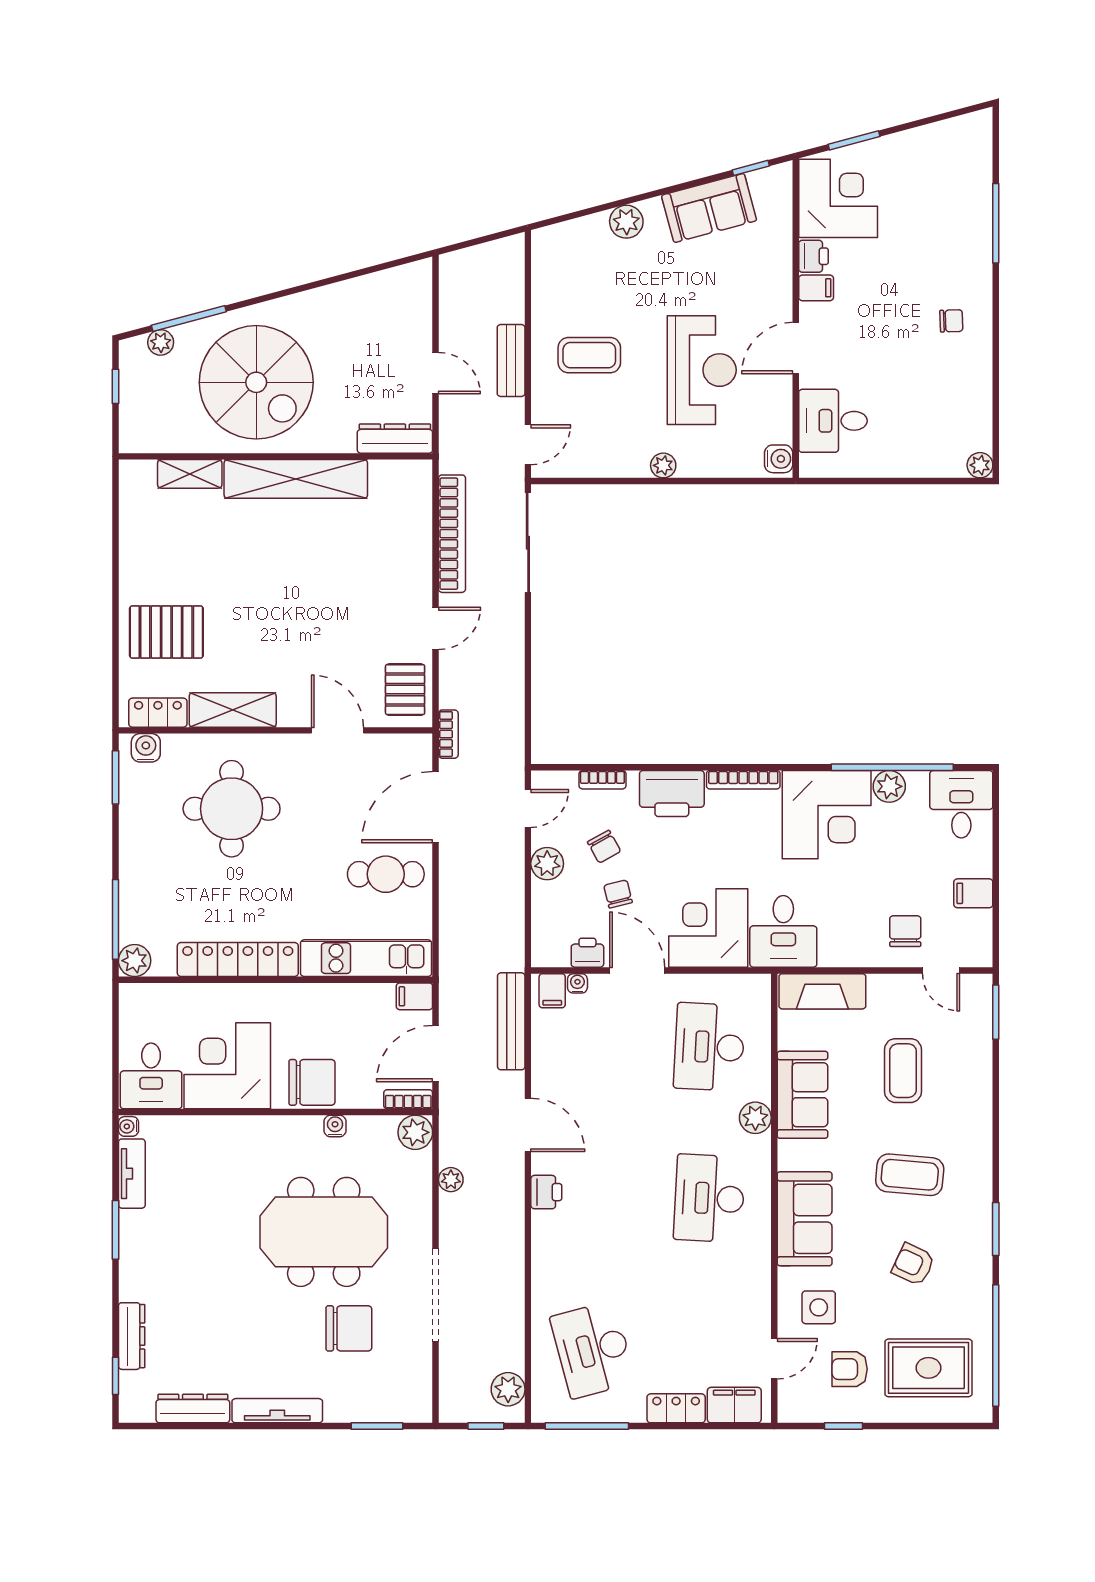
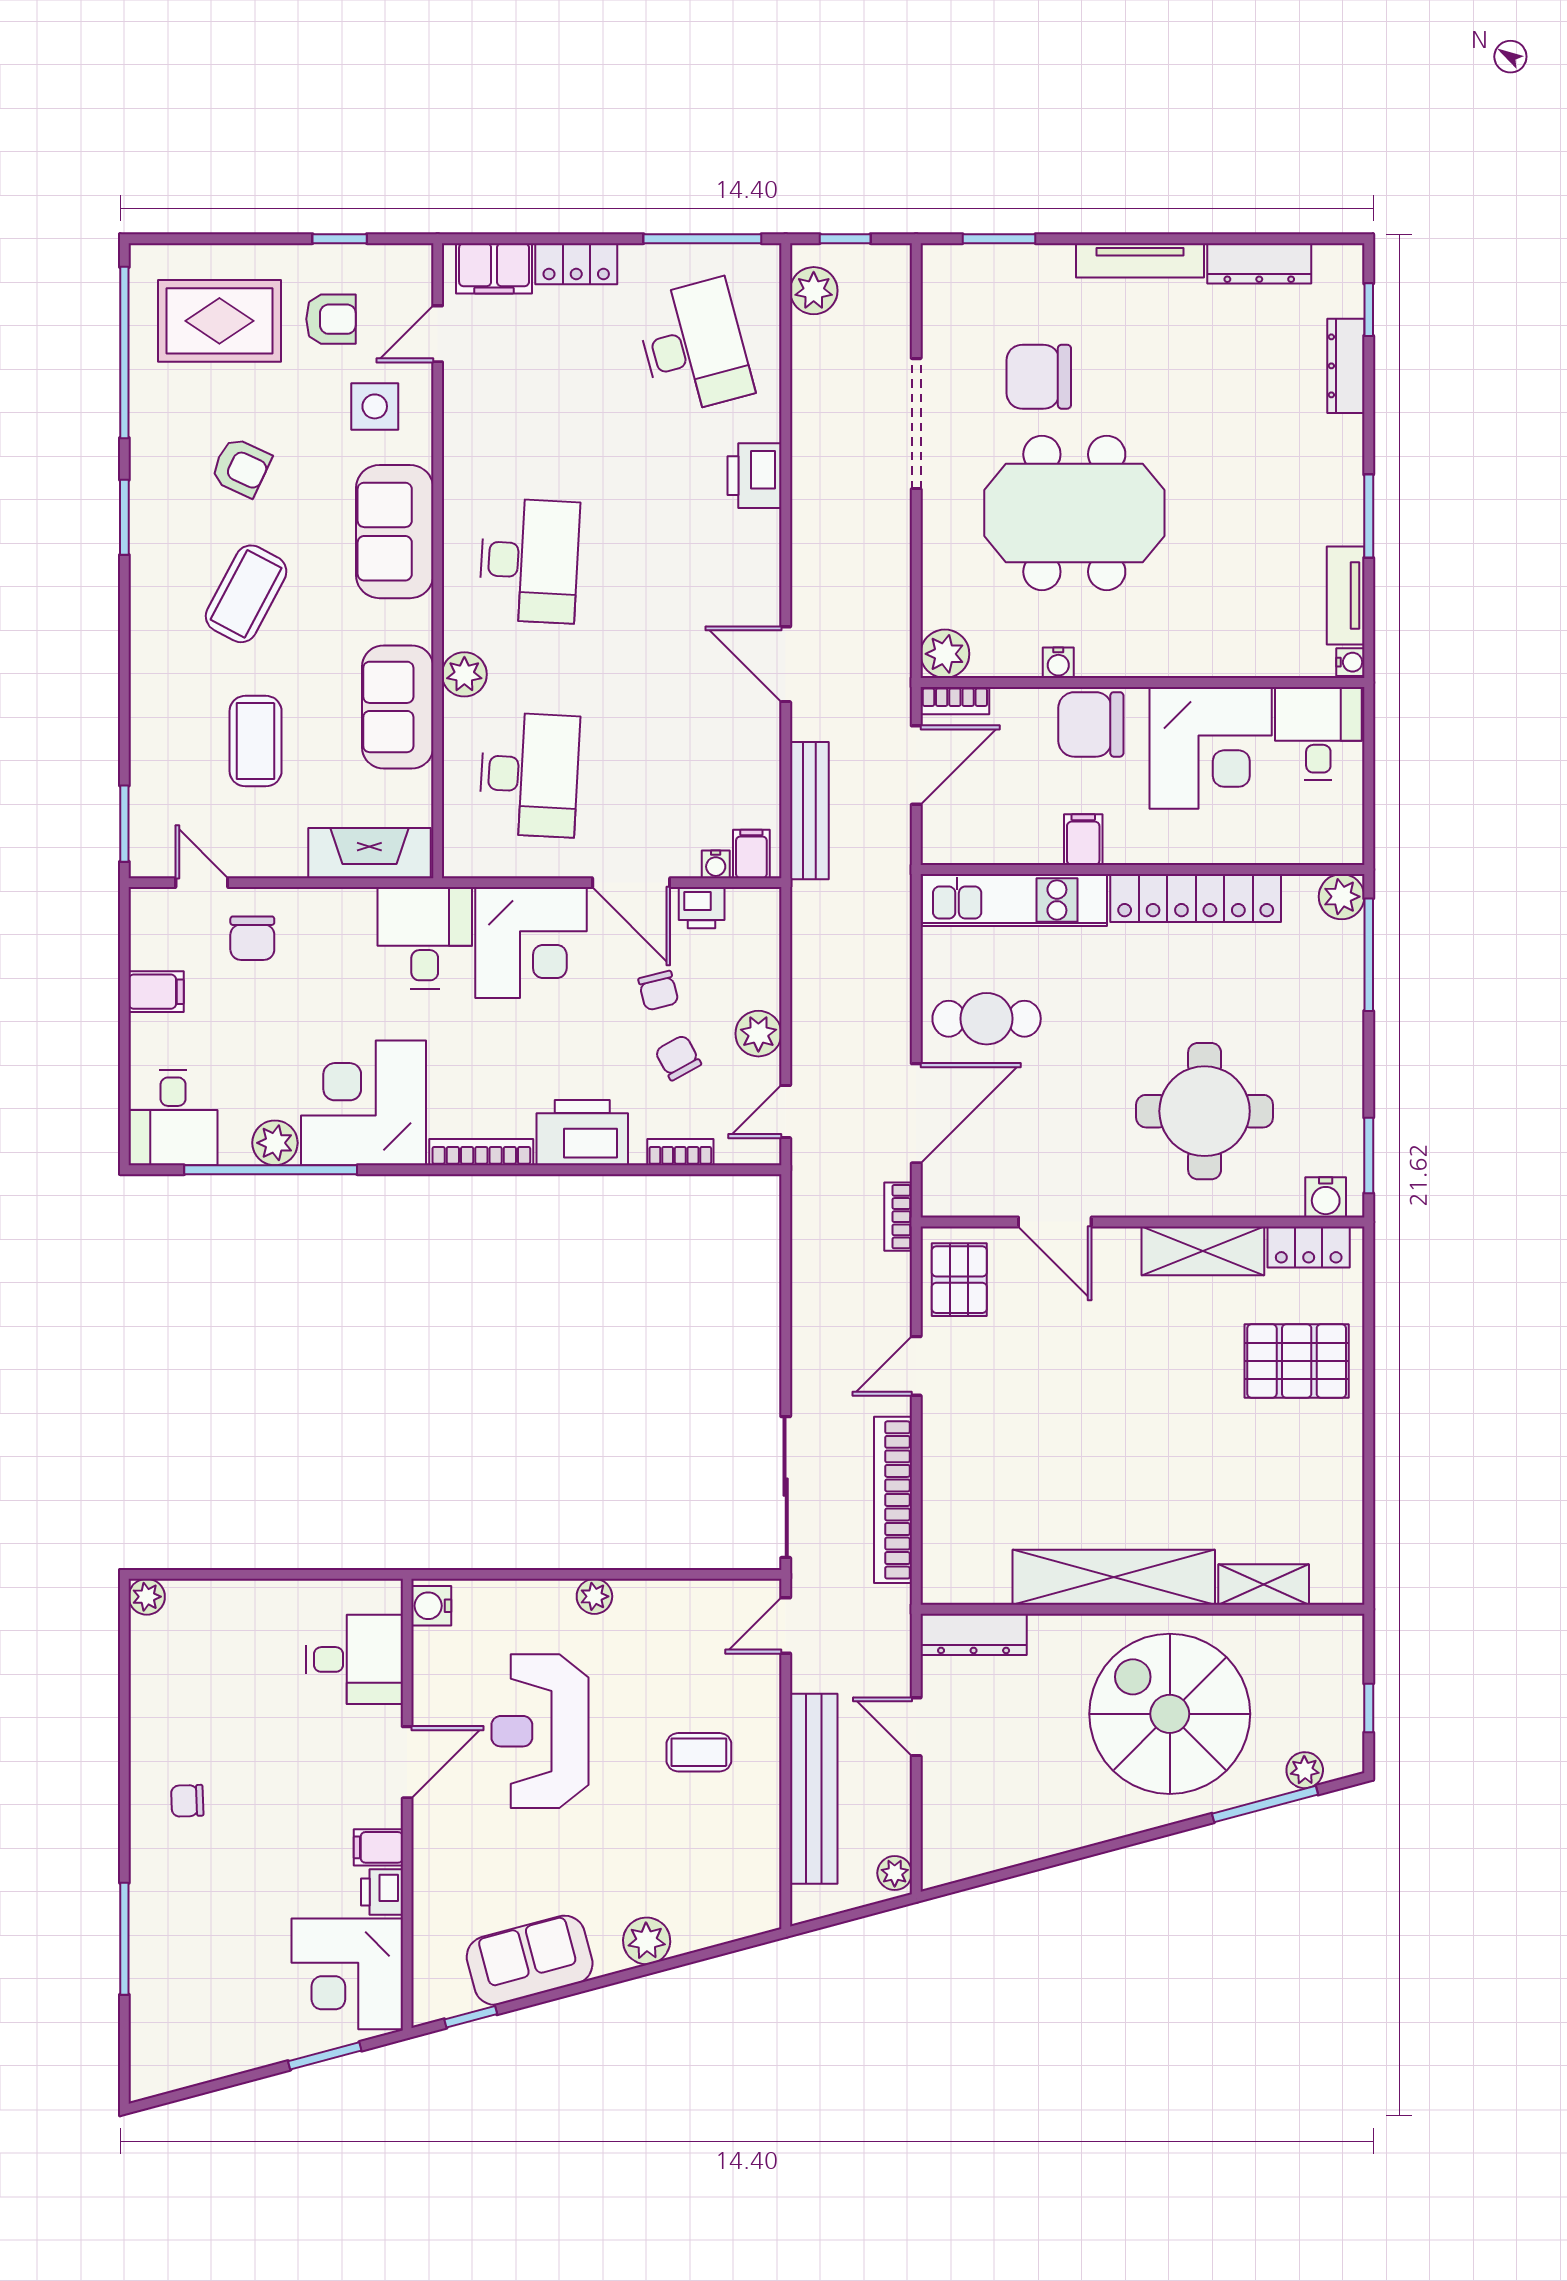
coffee table: (589, 355) -> (699, 1752), width x0.73, depth x0.77
bench: (511, 361) -> (814, 1789), width x1.86, depth x1.21
filing cabinet: (414, 996) -> (1083, 840), moved, turned -90
coffee table: (910, 1175) -> (246, 594), turned -67
plant: (451, 1180) -> (895, 1873), moved
printer: (546, 1192) -> (754, 476), moved, width x1.36, depth x1.24

